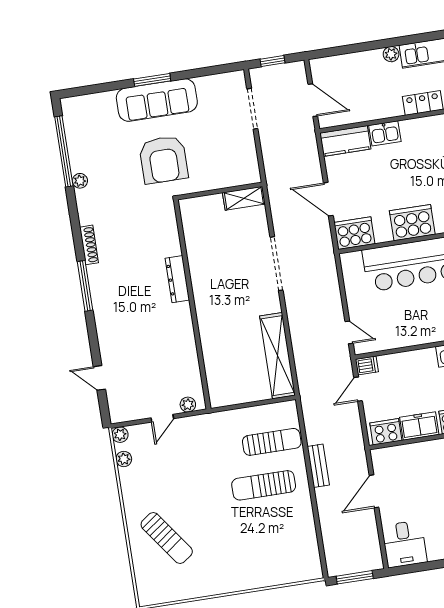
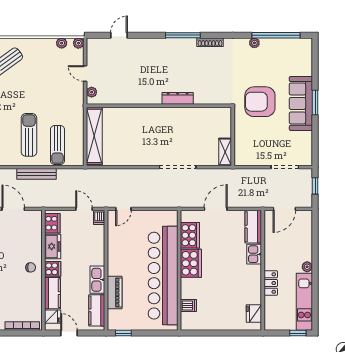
cooker: (354, 233) -> (190, 235), moved
shelving: (277, 356) -> (94, 136), moved, turned 90
bench: (318, 466) -> (36, 174), width x1.36

